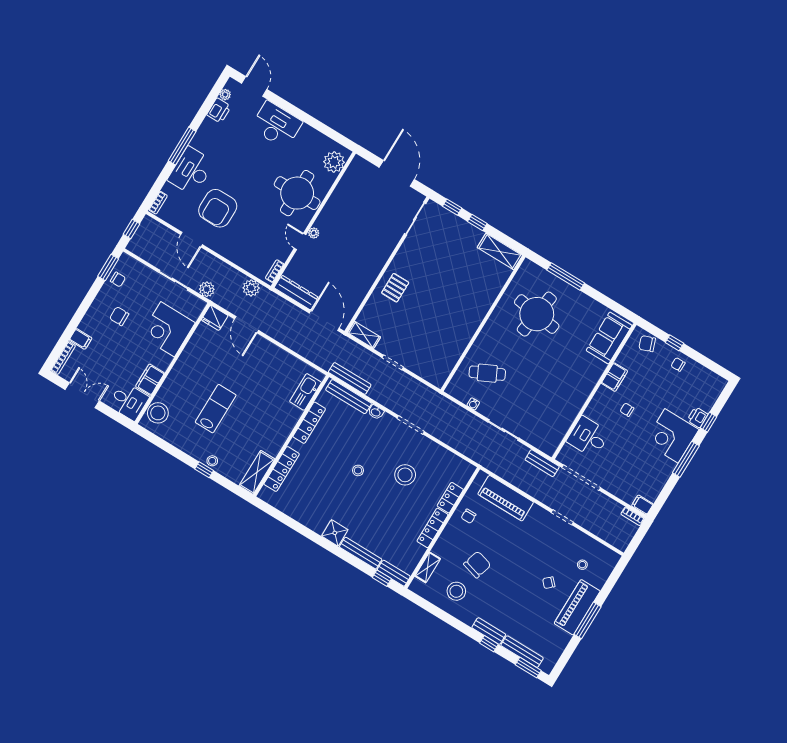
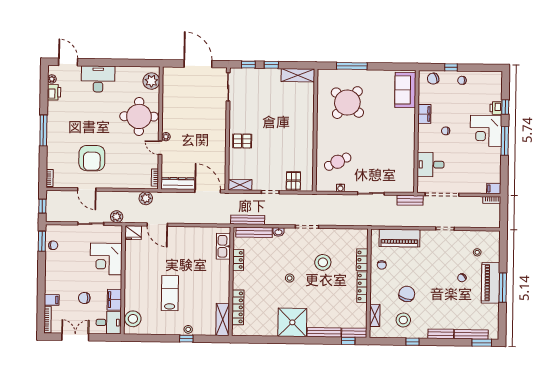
desk: (191, 171) -> (59, 144), removed
pallet: (395, 288) -> (242, 141), turned 90
round table: (537, 314) -> (347, 103), turned 33
chair: (119, 316) -> (84, 298), moved
pallet: (426, 365) -> (293, 181), added
locker: (309, 423) -> (238, 260), width x0.66
shower: (335, 533) -> (292, 322), width x1.86, depth x1.86
window: (489, 644) -> (413, 342), moved

